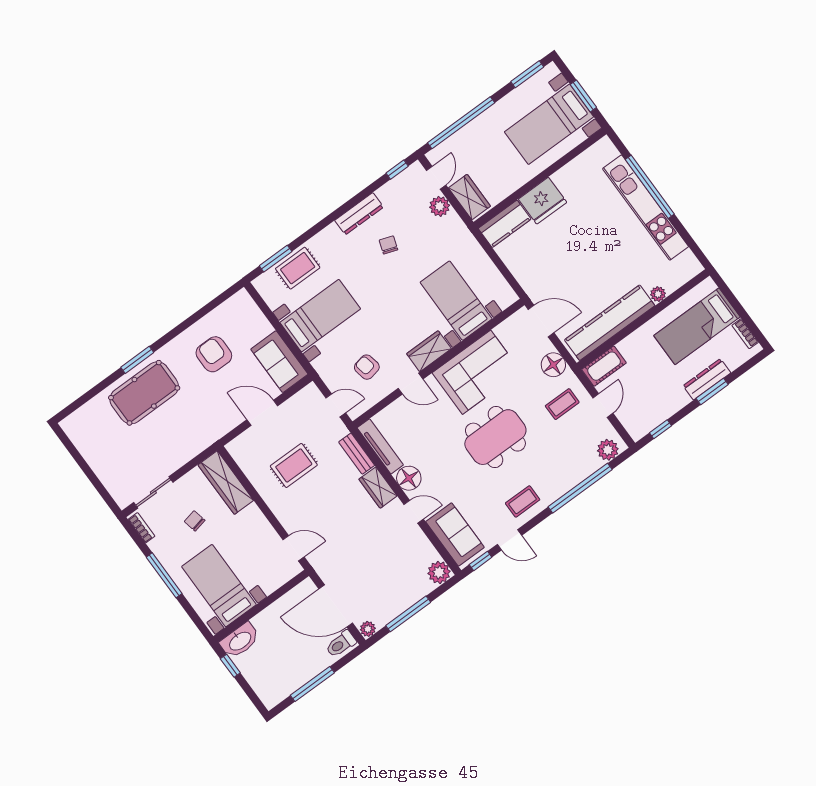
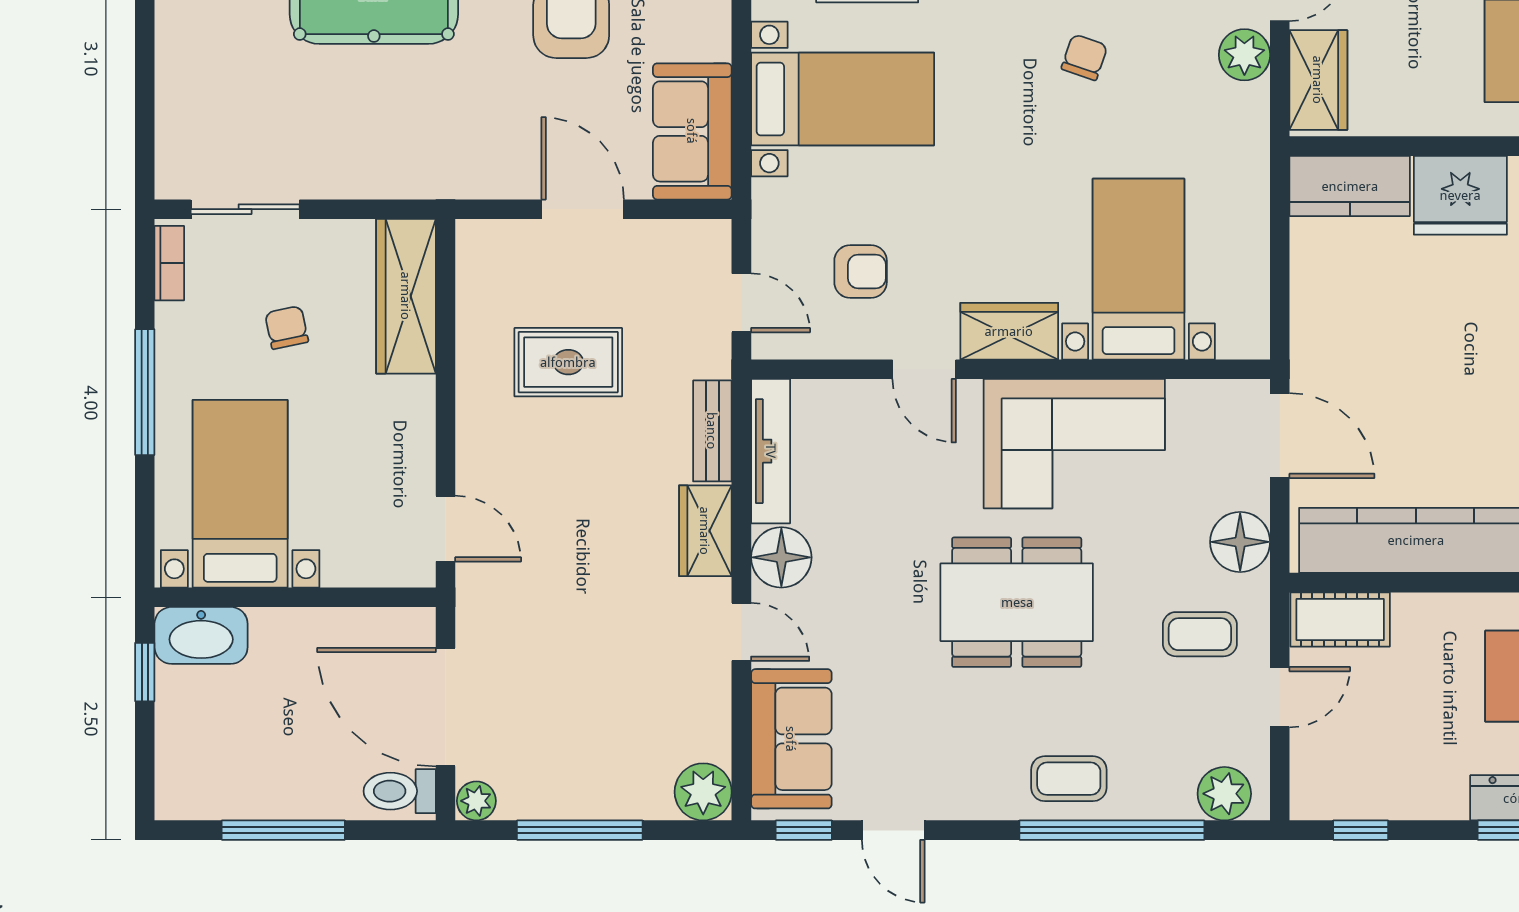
armchair: (367, 367) -> (861, 271), turned 101
coffee table: (523, 501) -> (1069, 779), moved

